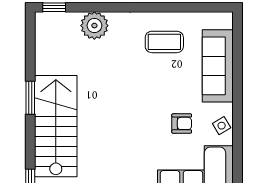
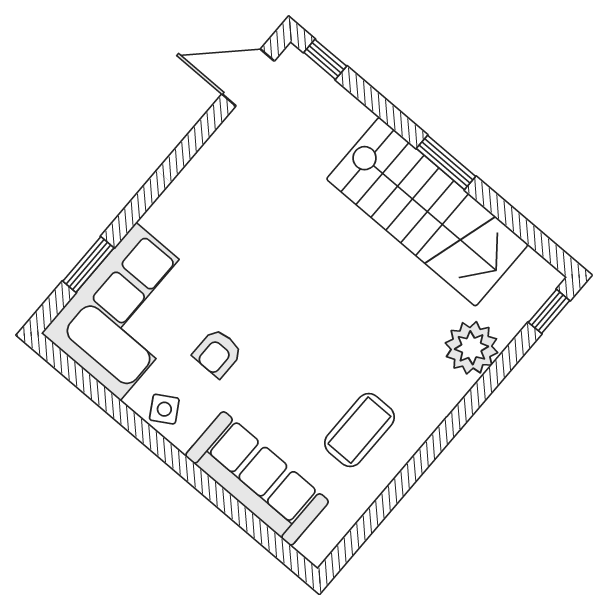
stairs: (56, 126) -> (427, 212), moved

